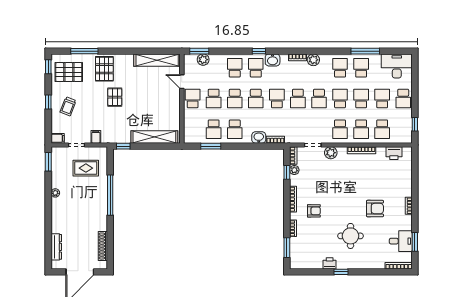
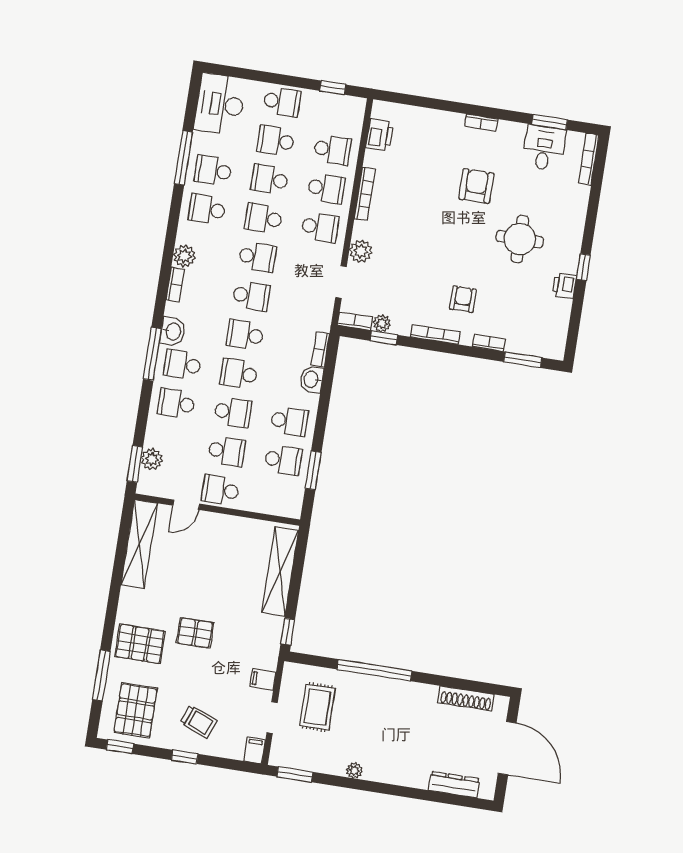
window: (259, 51) -> (152, 354), width x2.17
school desk: (256, 99) -> (239, 374), turned 180

